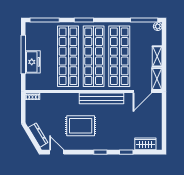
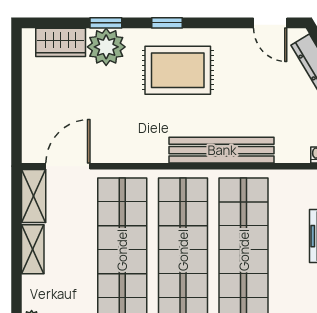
bench: (101, 98) -> (222, 150), moved
rug: (81, 126) -> (178, 70), moved
plant: (126, 142) -> (106, 47), added

